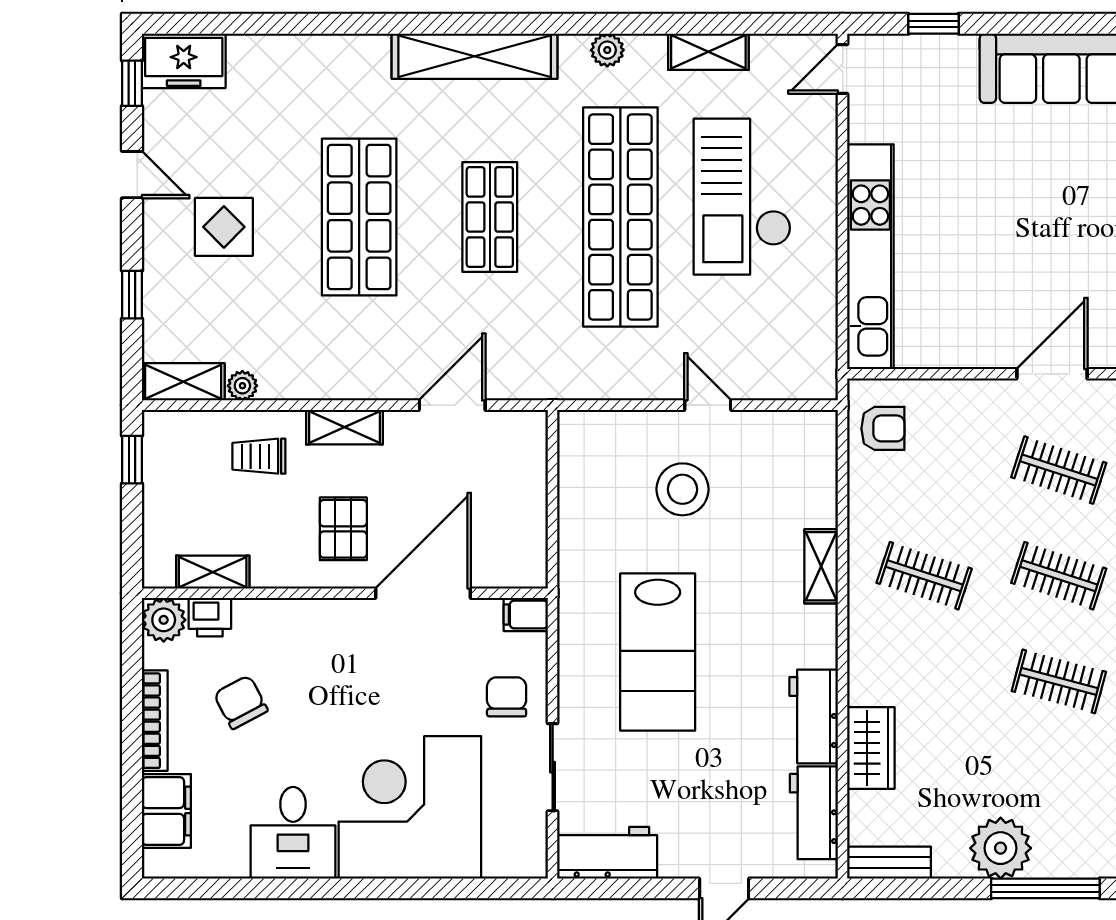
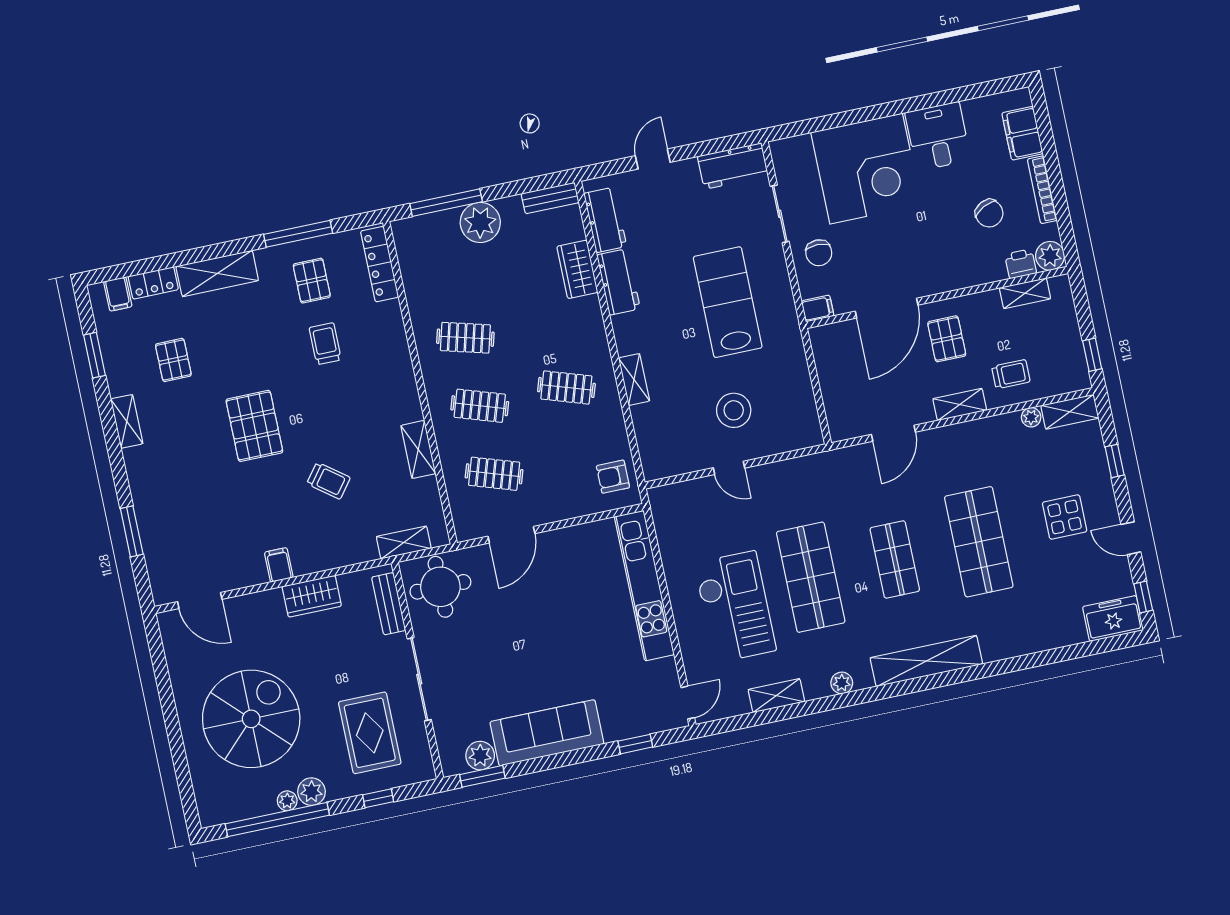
shop shelf: (620, 217) -> (811, 577), width x0.71

